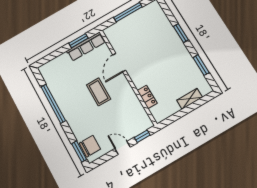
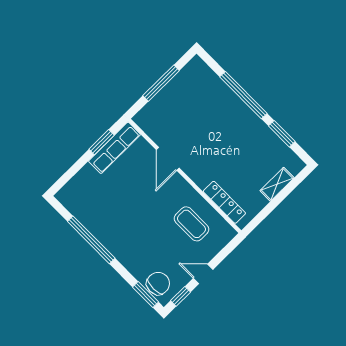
window: (181, 33) -> (243, 95), width x2.11
coffee table: (99, 92) -> (191, 224), moved
locker: (147, 97) -> (224, 202), width x1.53
window: (142, 136) -> (180, 296), moved

